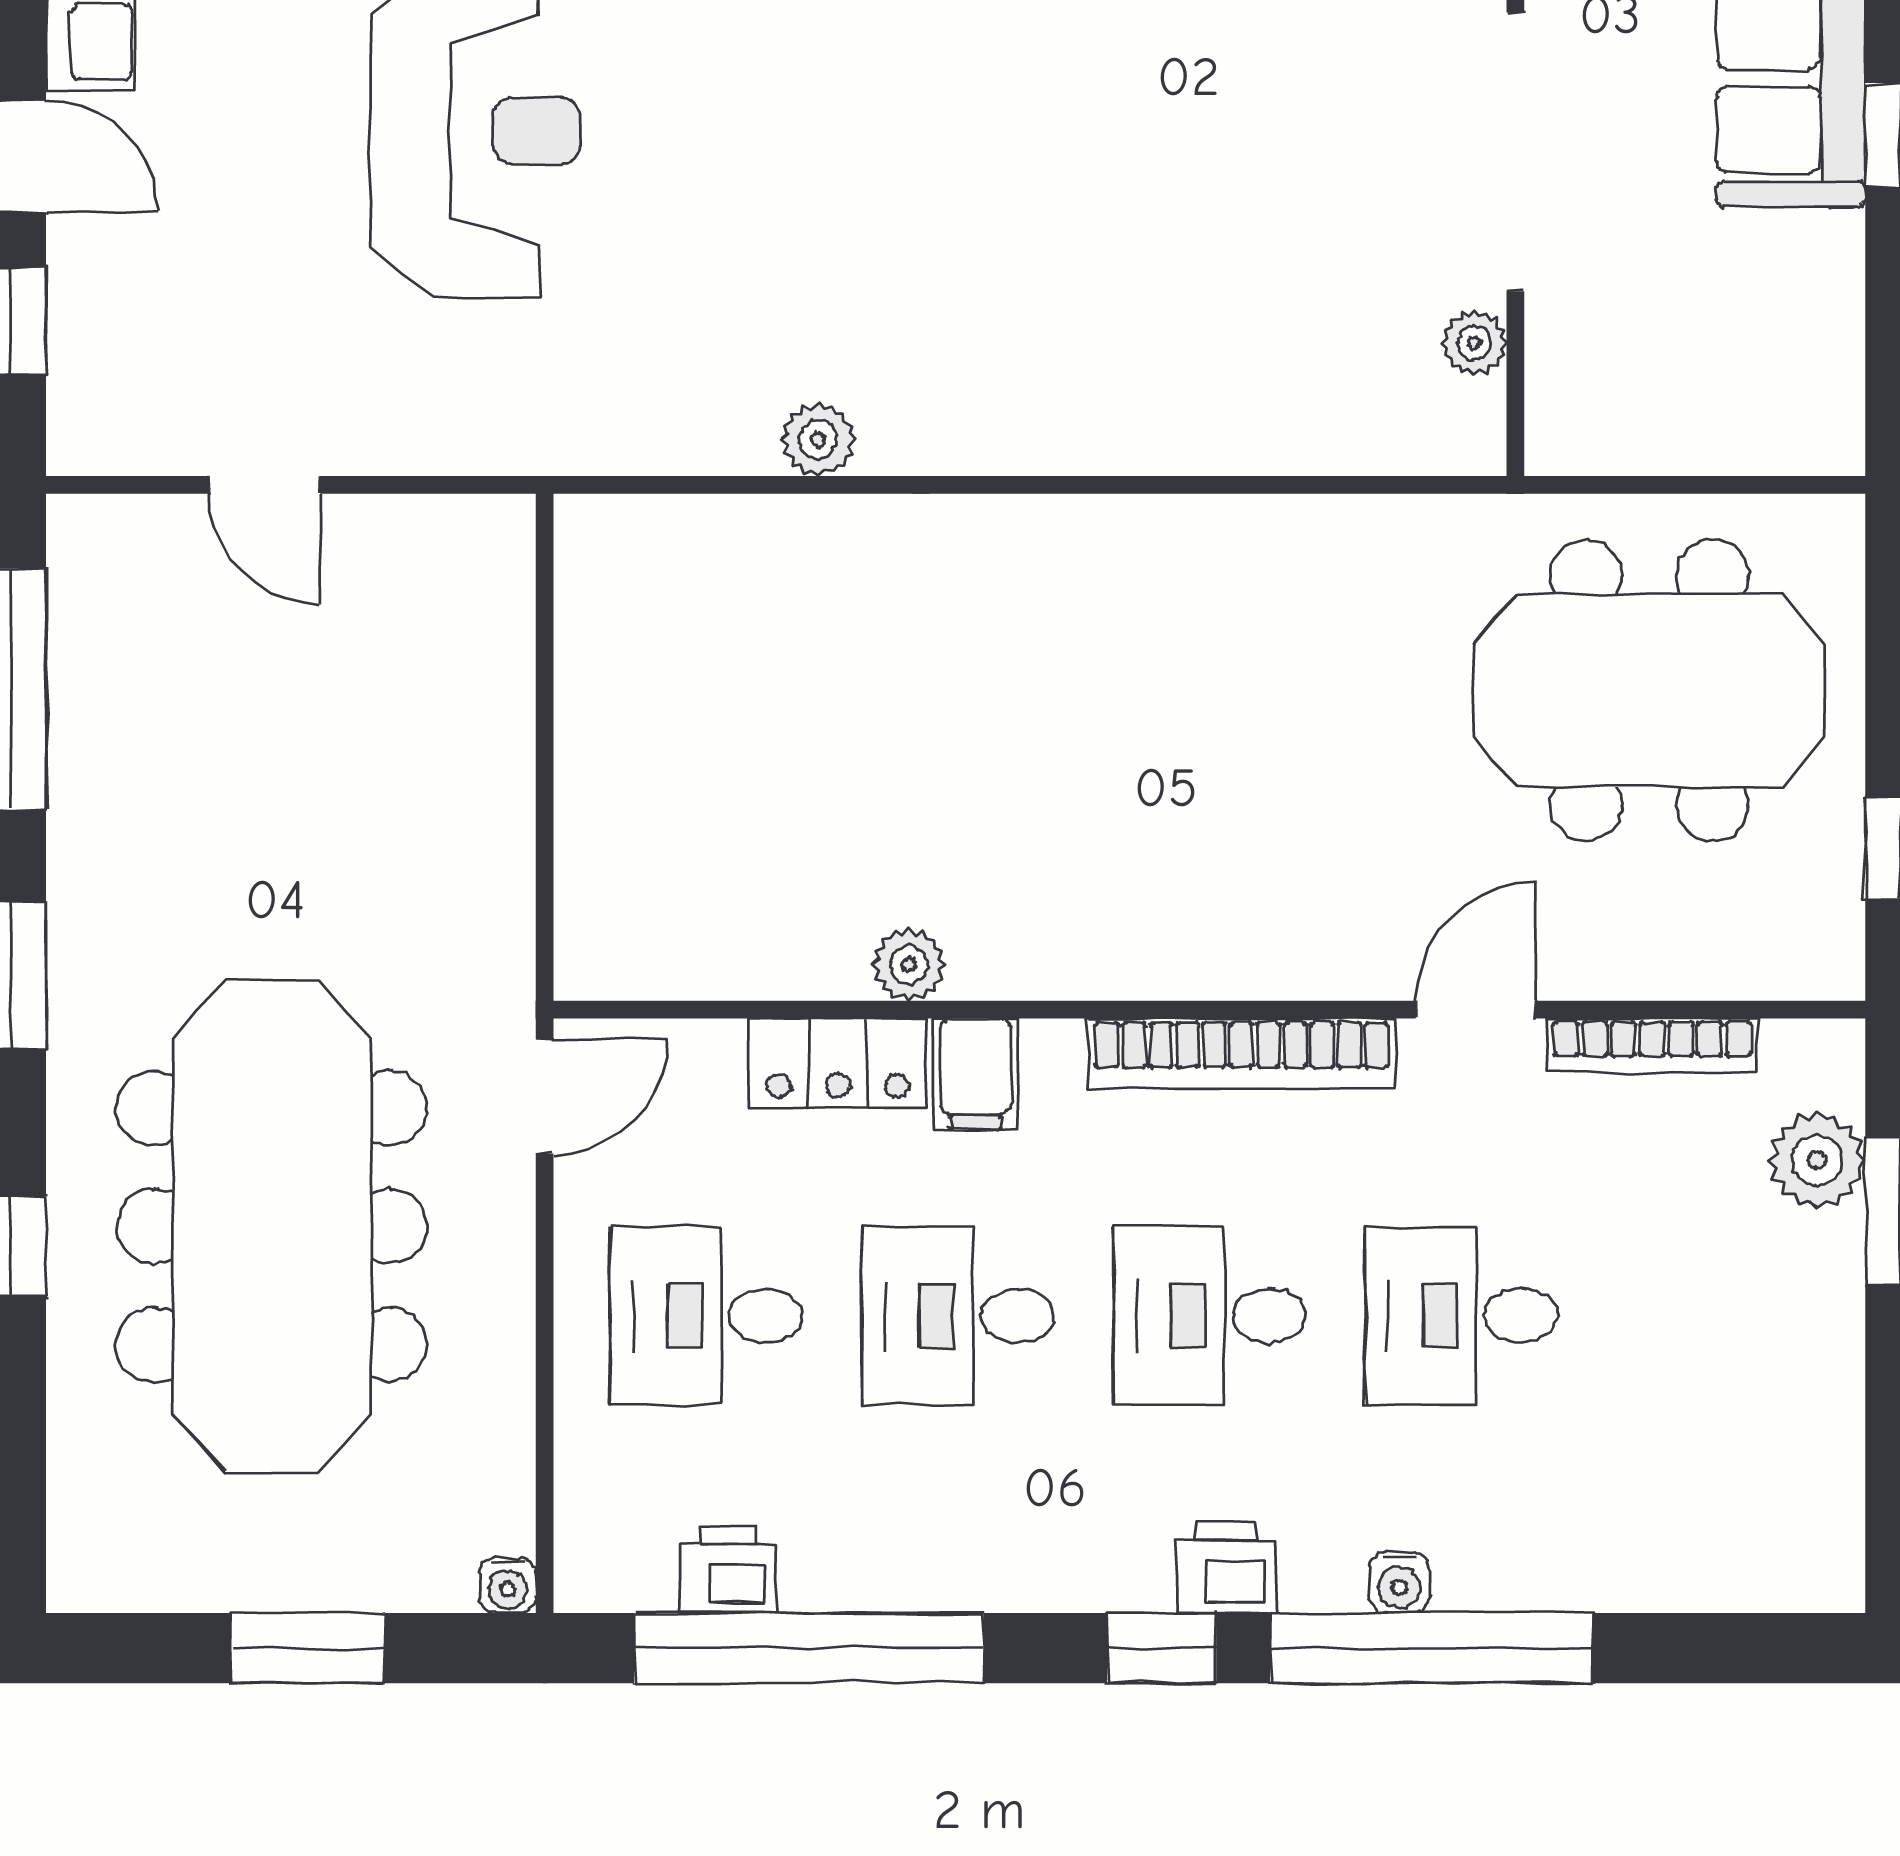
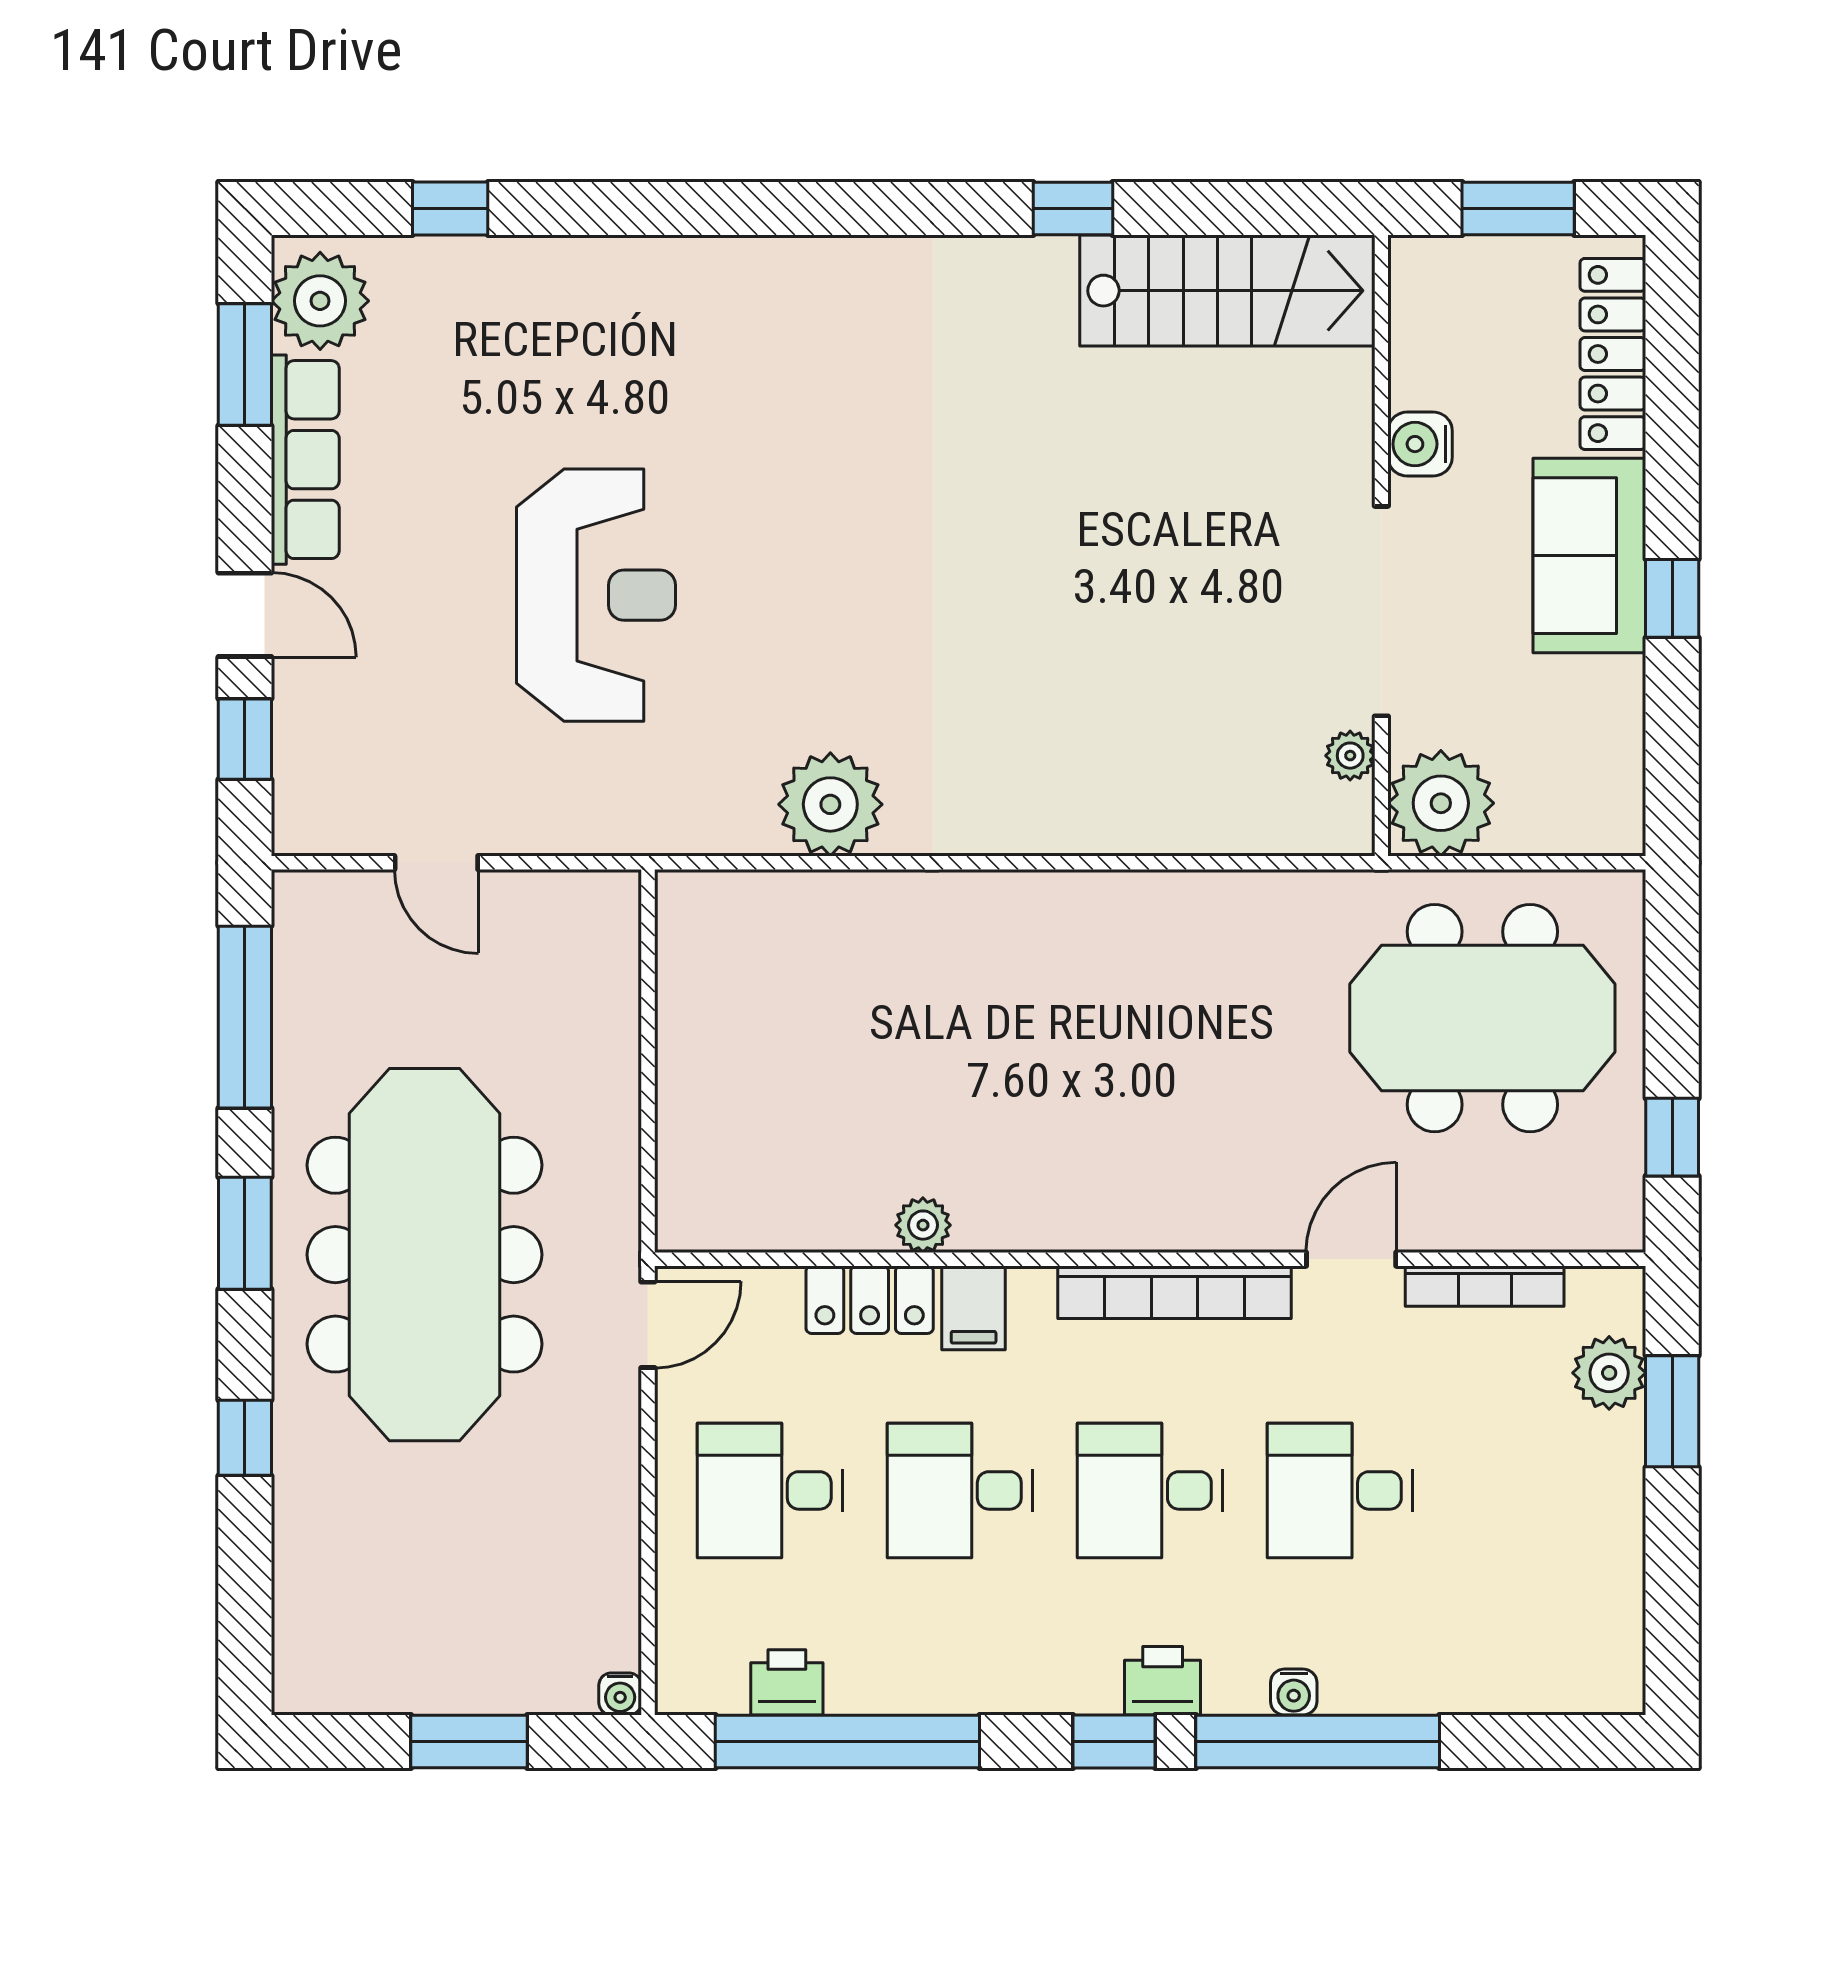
plant: (1594, 406) -> (1441, 803), added
plant: (818, 440) -> (830, 804), width x1.88, depth x1.88
meeting table: (272, 1226) -> (425, 1255), moved

